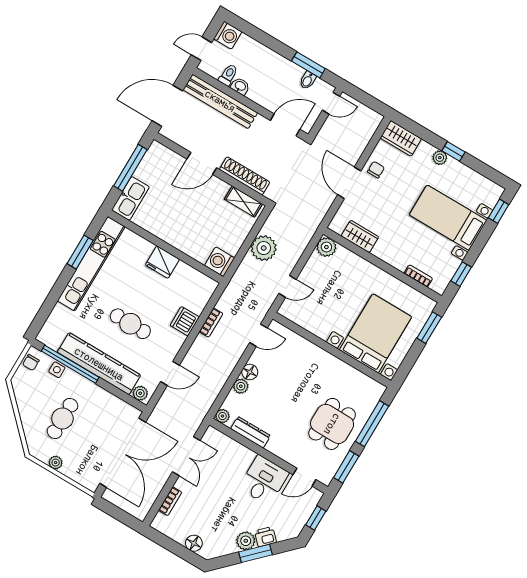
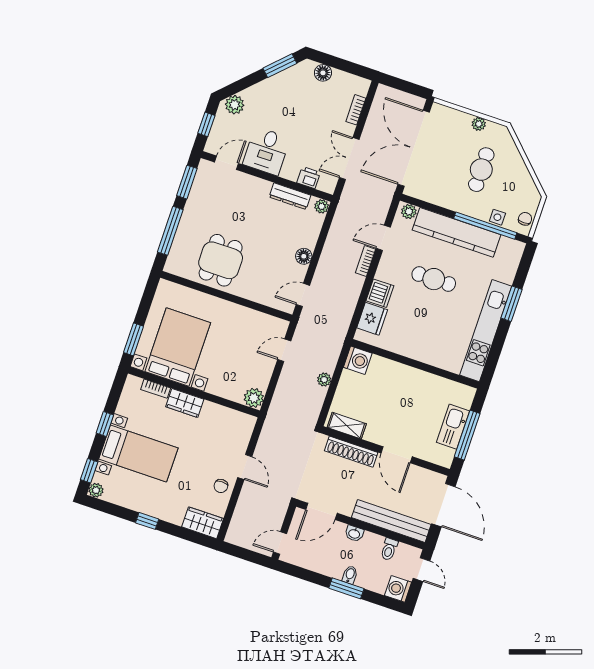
door: (201, 49) -> (422, 570), hinge flipped
window: (308, 65) -> (346, 588), moved
bidet: (308, 80) -> (350, 575), moved
washbasin: (240, 86) -> (354, 534), moved
door: (167, 106) -> (443, 505), hinge flipped
plant: (440, 158) -> (96, 490), moved
door: (202, 163) -> (397, 455), swing flipped
door: (349, 183) -> (245, 467), width x0.73
kitchen sink: (130, 198) -> (453, 427), moved
wardrobe: (360, 236) -> (185, 403), moved
plant: (264, 248) -> (324, 380), width x0.53, depth x0.53
window: (80, 252) -> (512, 304), moved
fridge: (162, 262) -> (372, 319), moved, turned 90
window: (461, 274) -> (105, 424), moved
bookcase: (211, 323) -> (366, 261), moved
bed with nightstands: (376, 333) -> (178, 347), moved, turned 180
plant: (241, 386) -> (310, 240), removed
dining table: (332, 424) -> (221, 260), moved
printer: (265, 537) -> (309, 178), moved, turned -135
plant: (246, 541) -> (235, 105), moved
window: (255, 553) -> (280, 66), moved

